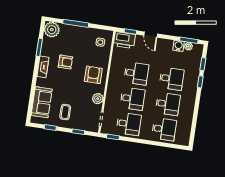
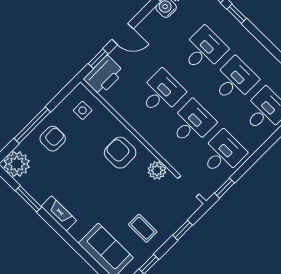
armchair: (65, 62) -> (53, 139), moved

